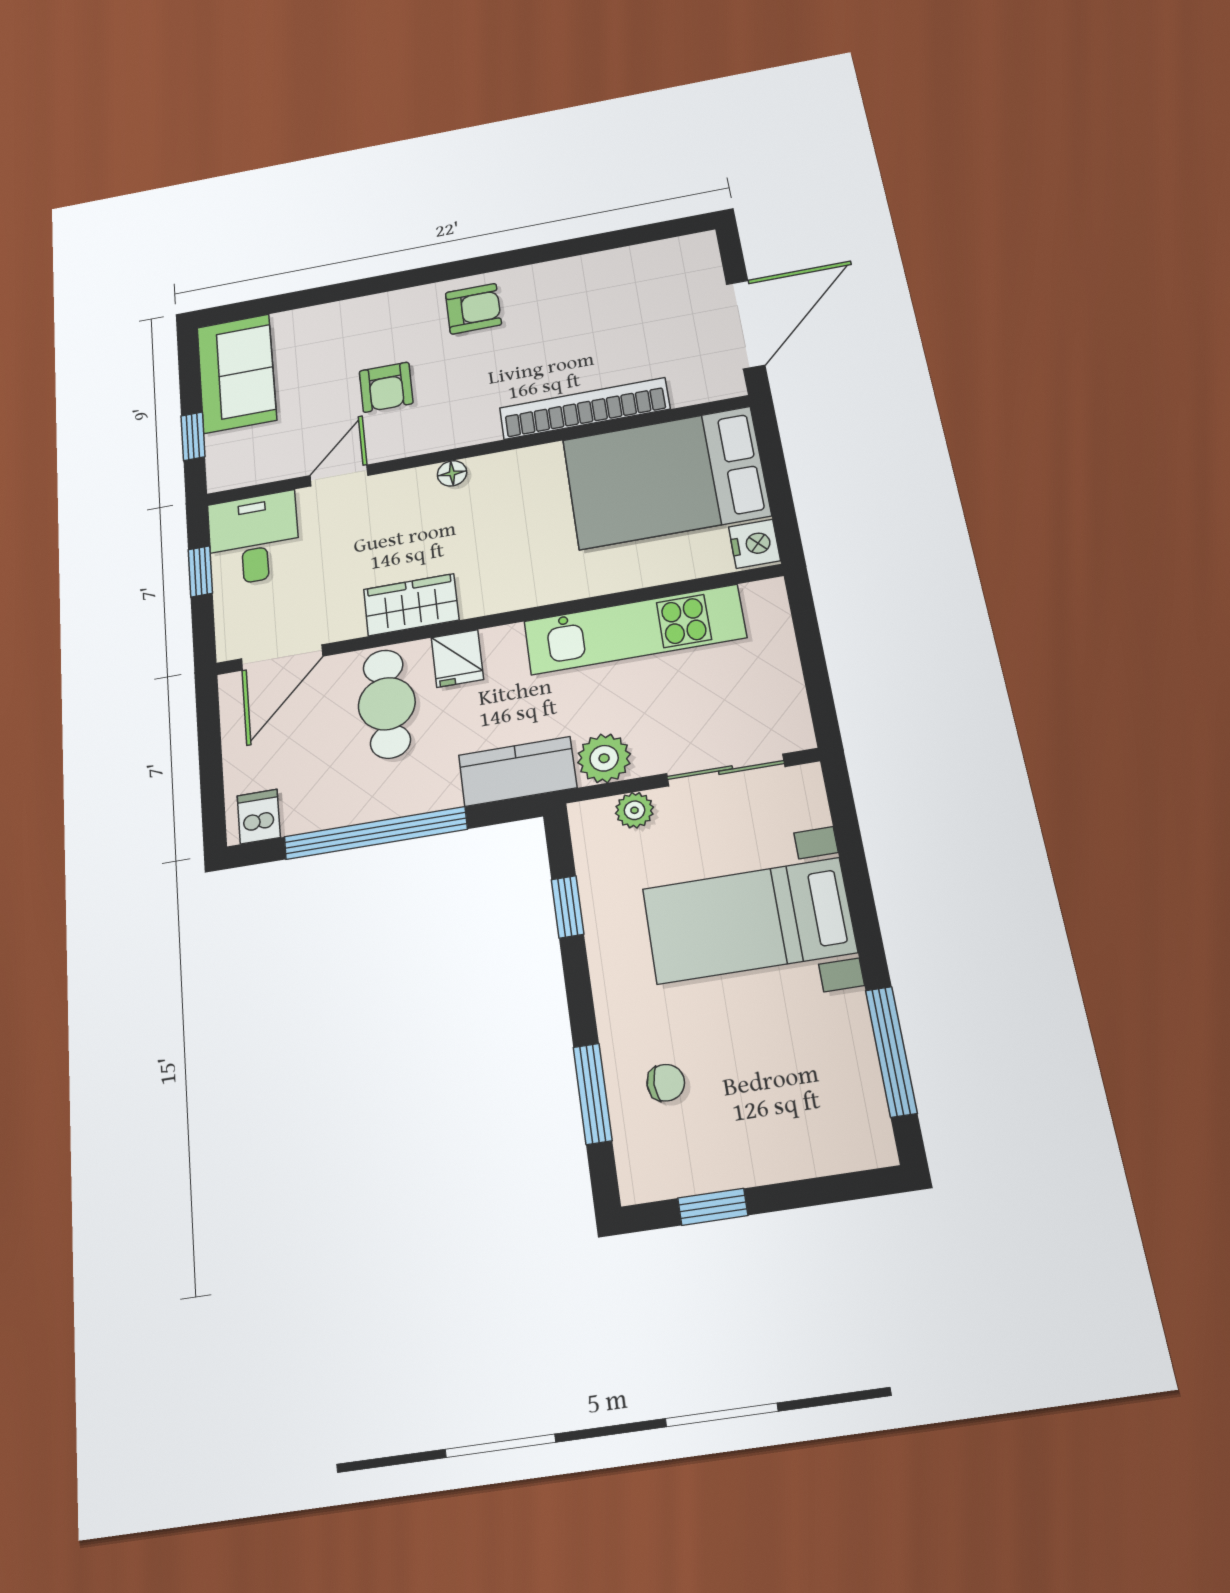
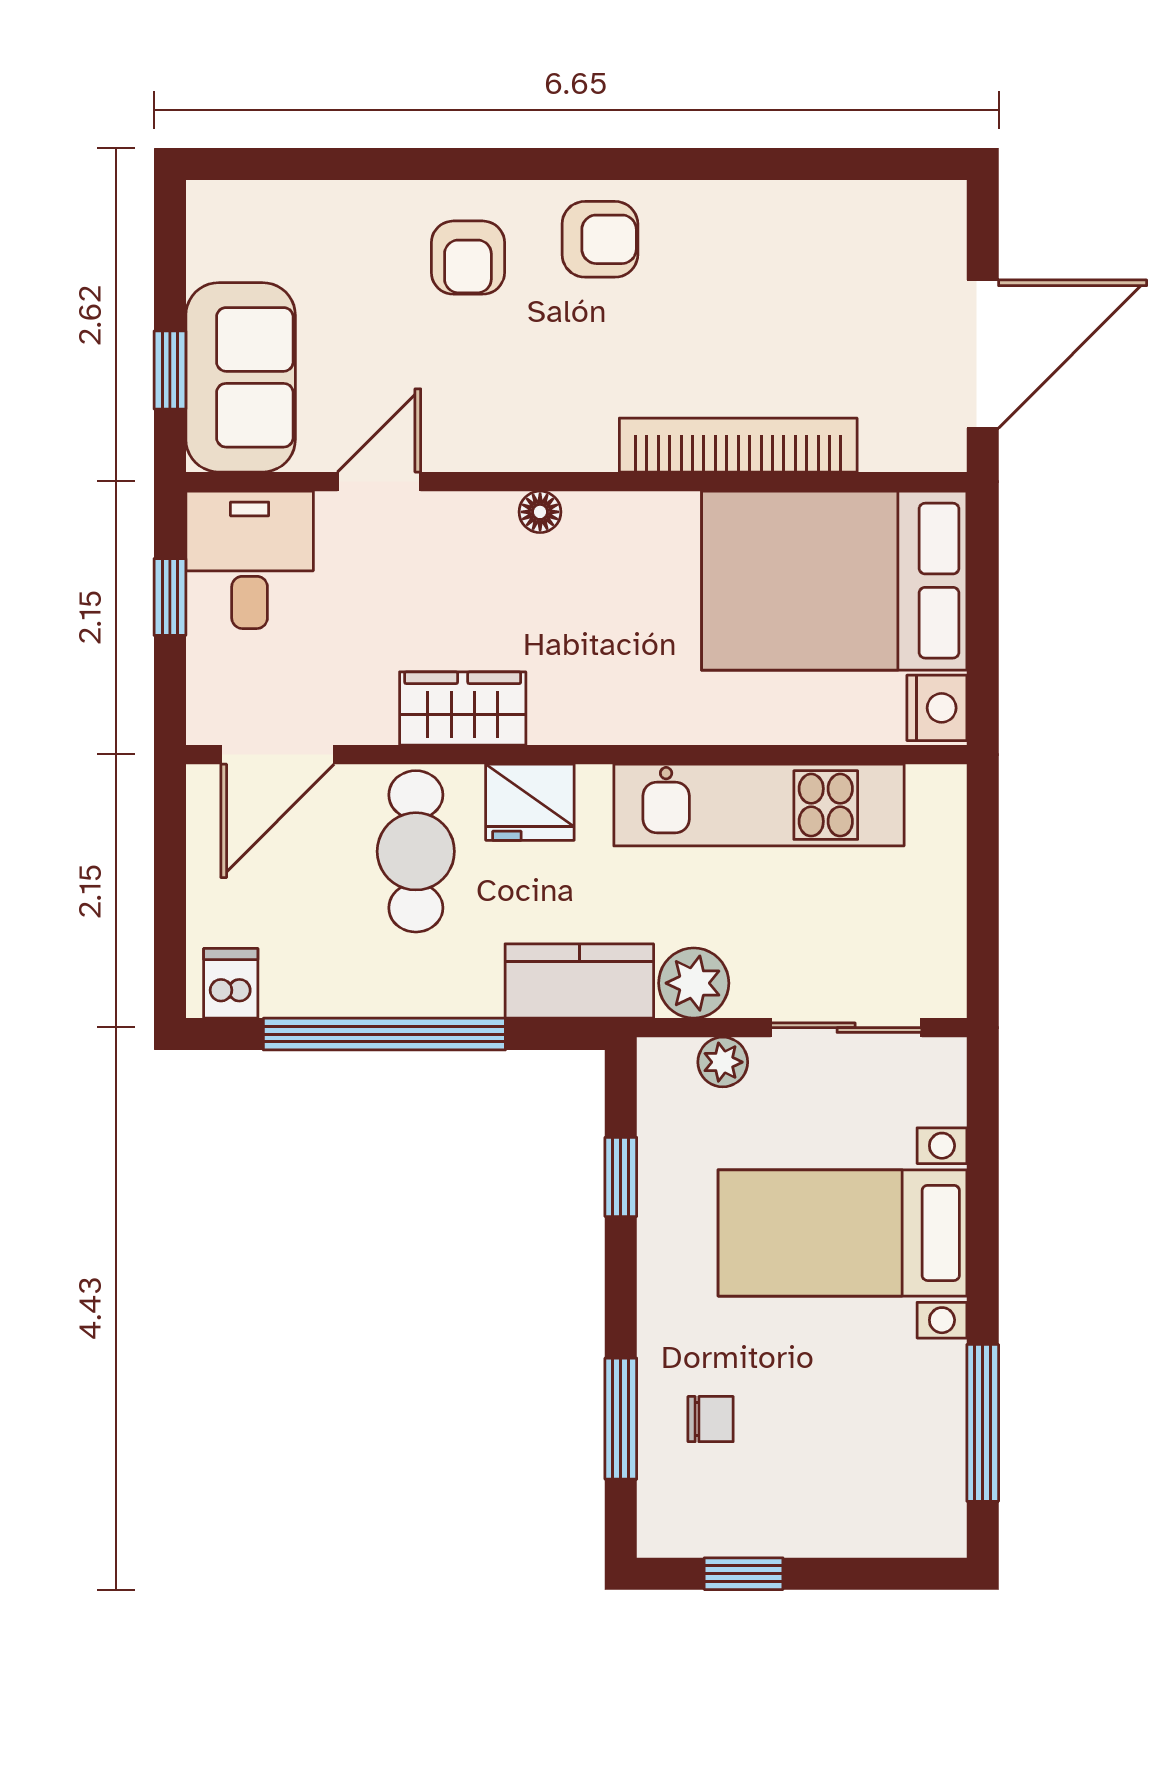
sofa: (237, 373) -> (241, 377), moved
armchair: (386, 387) -> (468, 258), moved
fridge: (457, 658) -> (530, 802), width x1.38

